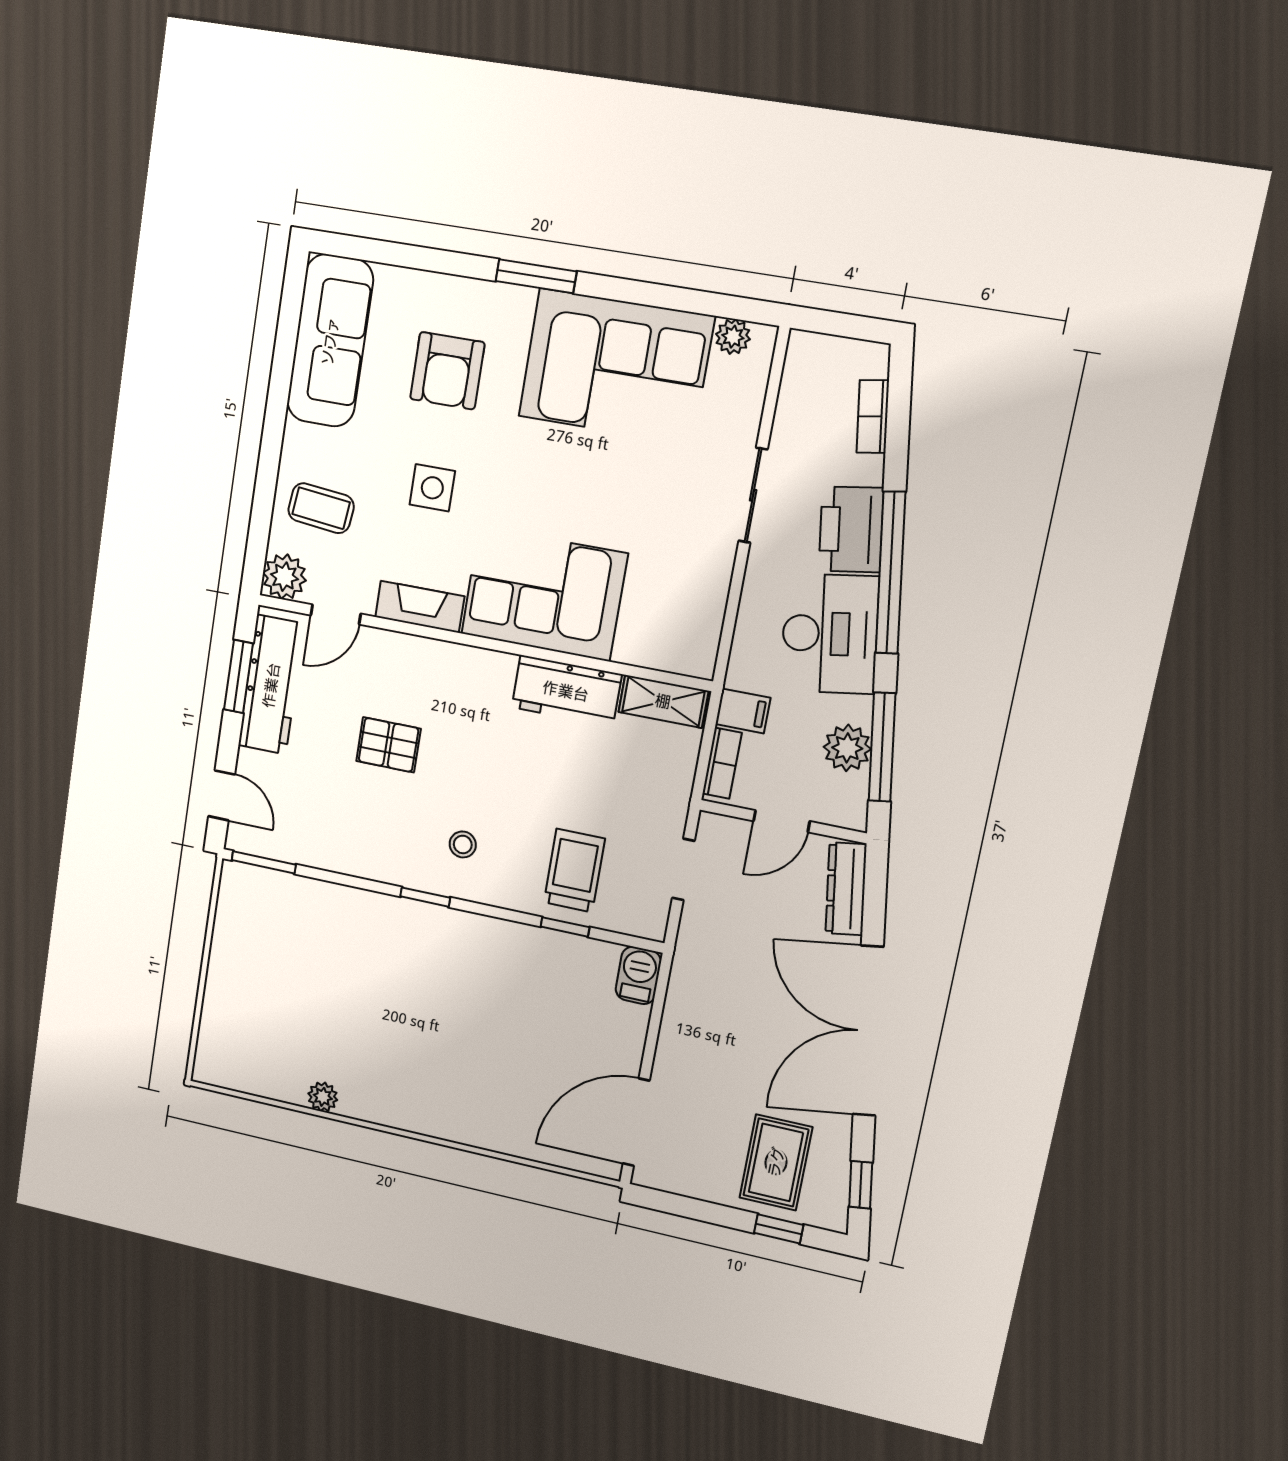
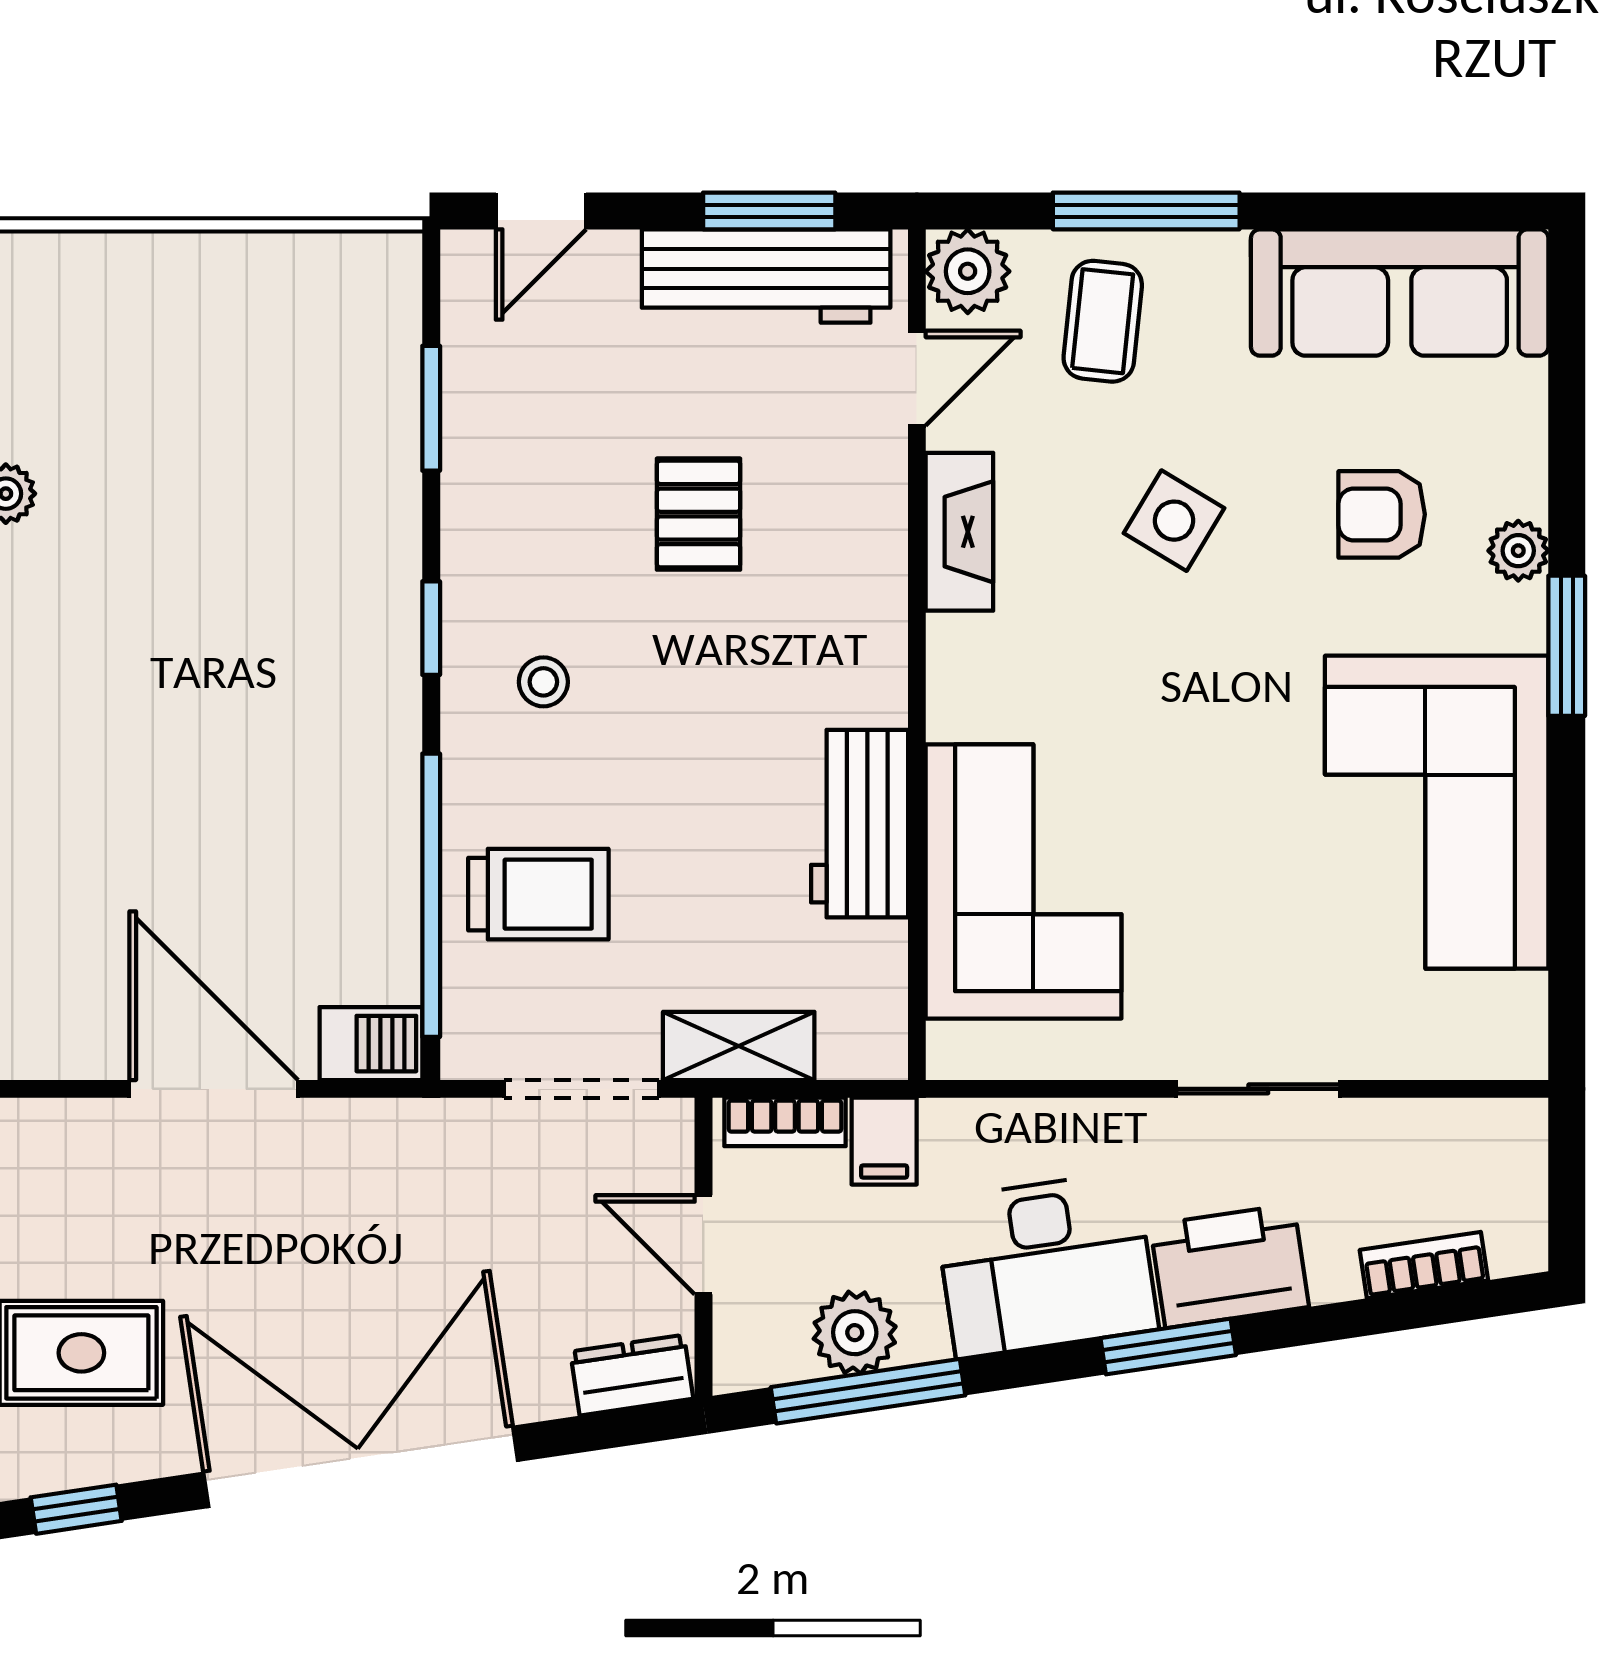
plant: (733, 337) -> (1518, 551), moved
armchair: (447, 371) -> (1382, 514), width x0.72, depth x0.72
window: (267, 474) -> (1146, 211), added
side table: (432, 488) -> (1174, 521), turned 31
window: (891, 573) -> (1168, 1347), width x0.47
corner sofa: (544, 594) -> (1024, 881), moved
door: (336, 614) -> (917, 378), swing flipped
shelving: (663, 701) -> (739, 1046), moved, turned 90
window: (264, 862) -> (431, 408), moved
doorway: (683, 869) -> (582, 1089), width x1.38
dresser: (846, 889) -> (632, 1375), width x0.70
window: (565, 927) -> (431, 895), width x3.17
door: (636, 1122) -> (214, 1089), moved

